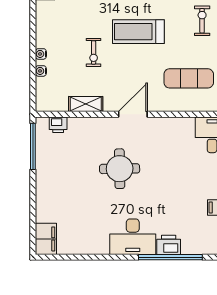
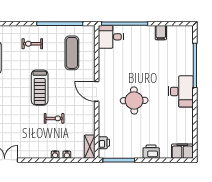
shelving: (86, 104) -> (90, 147), moved
printer: (169, 245) -> (151, 152), moved, turned 90

